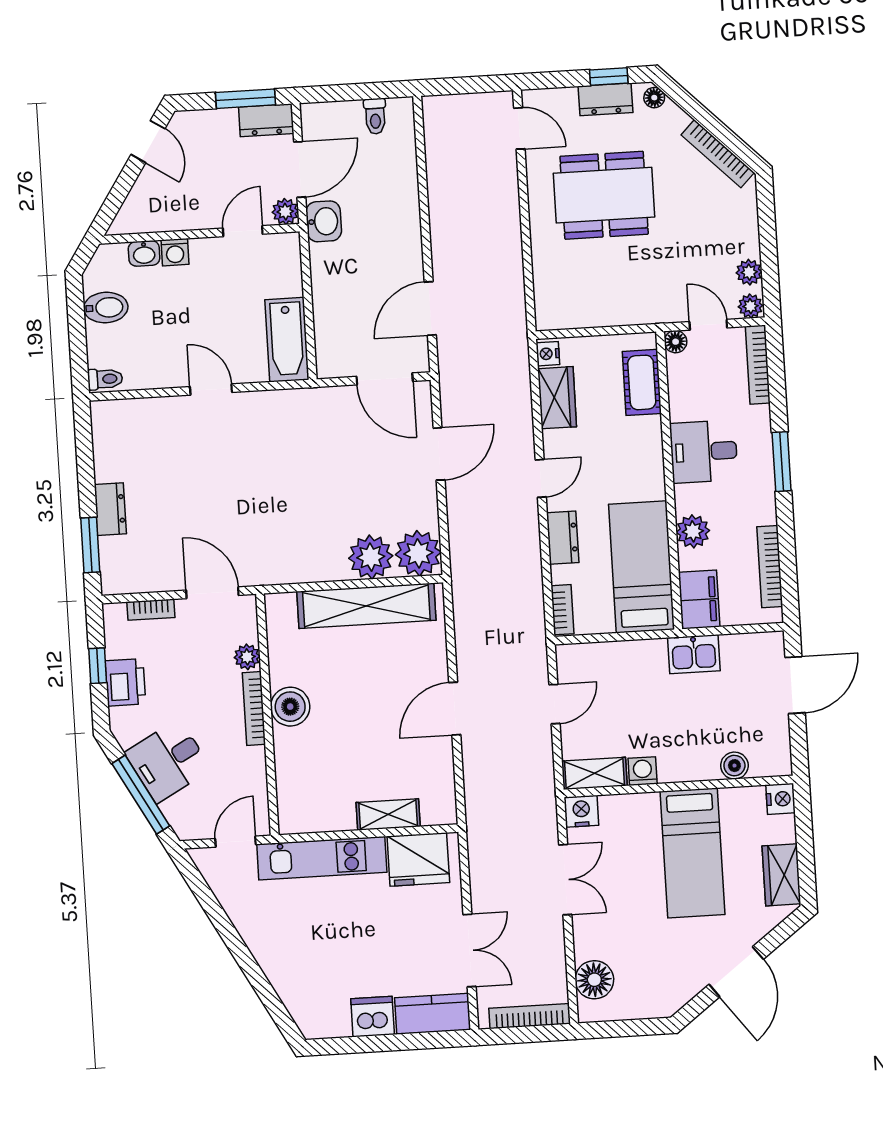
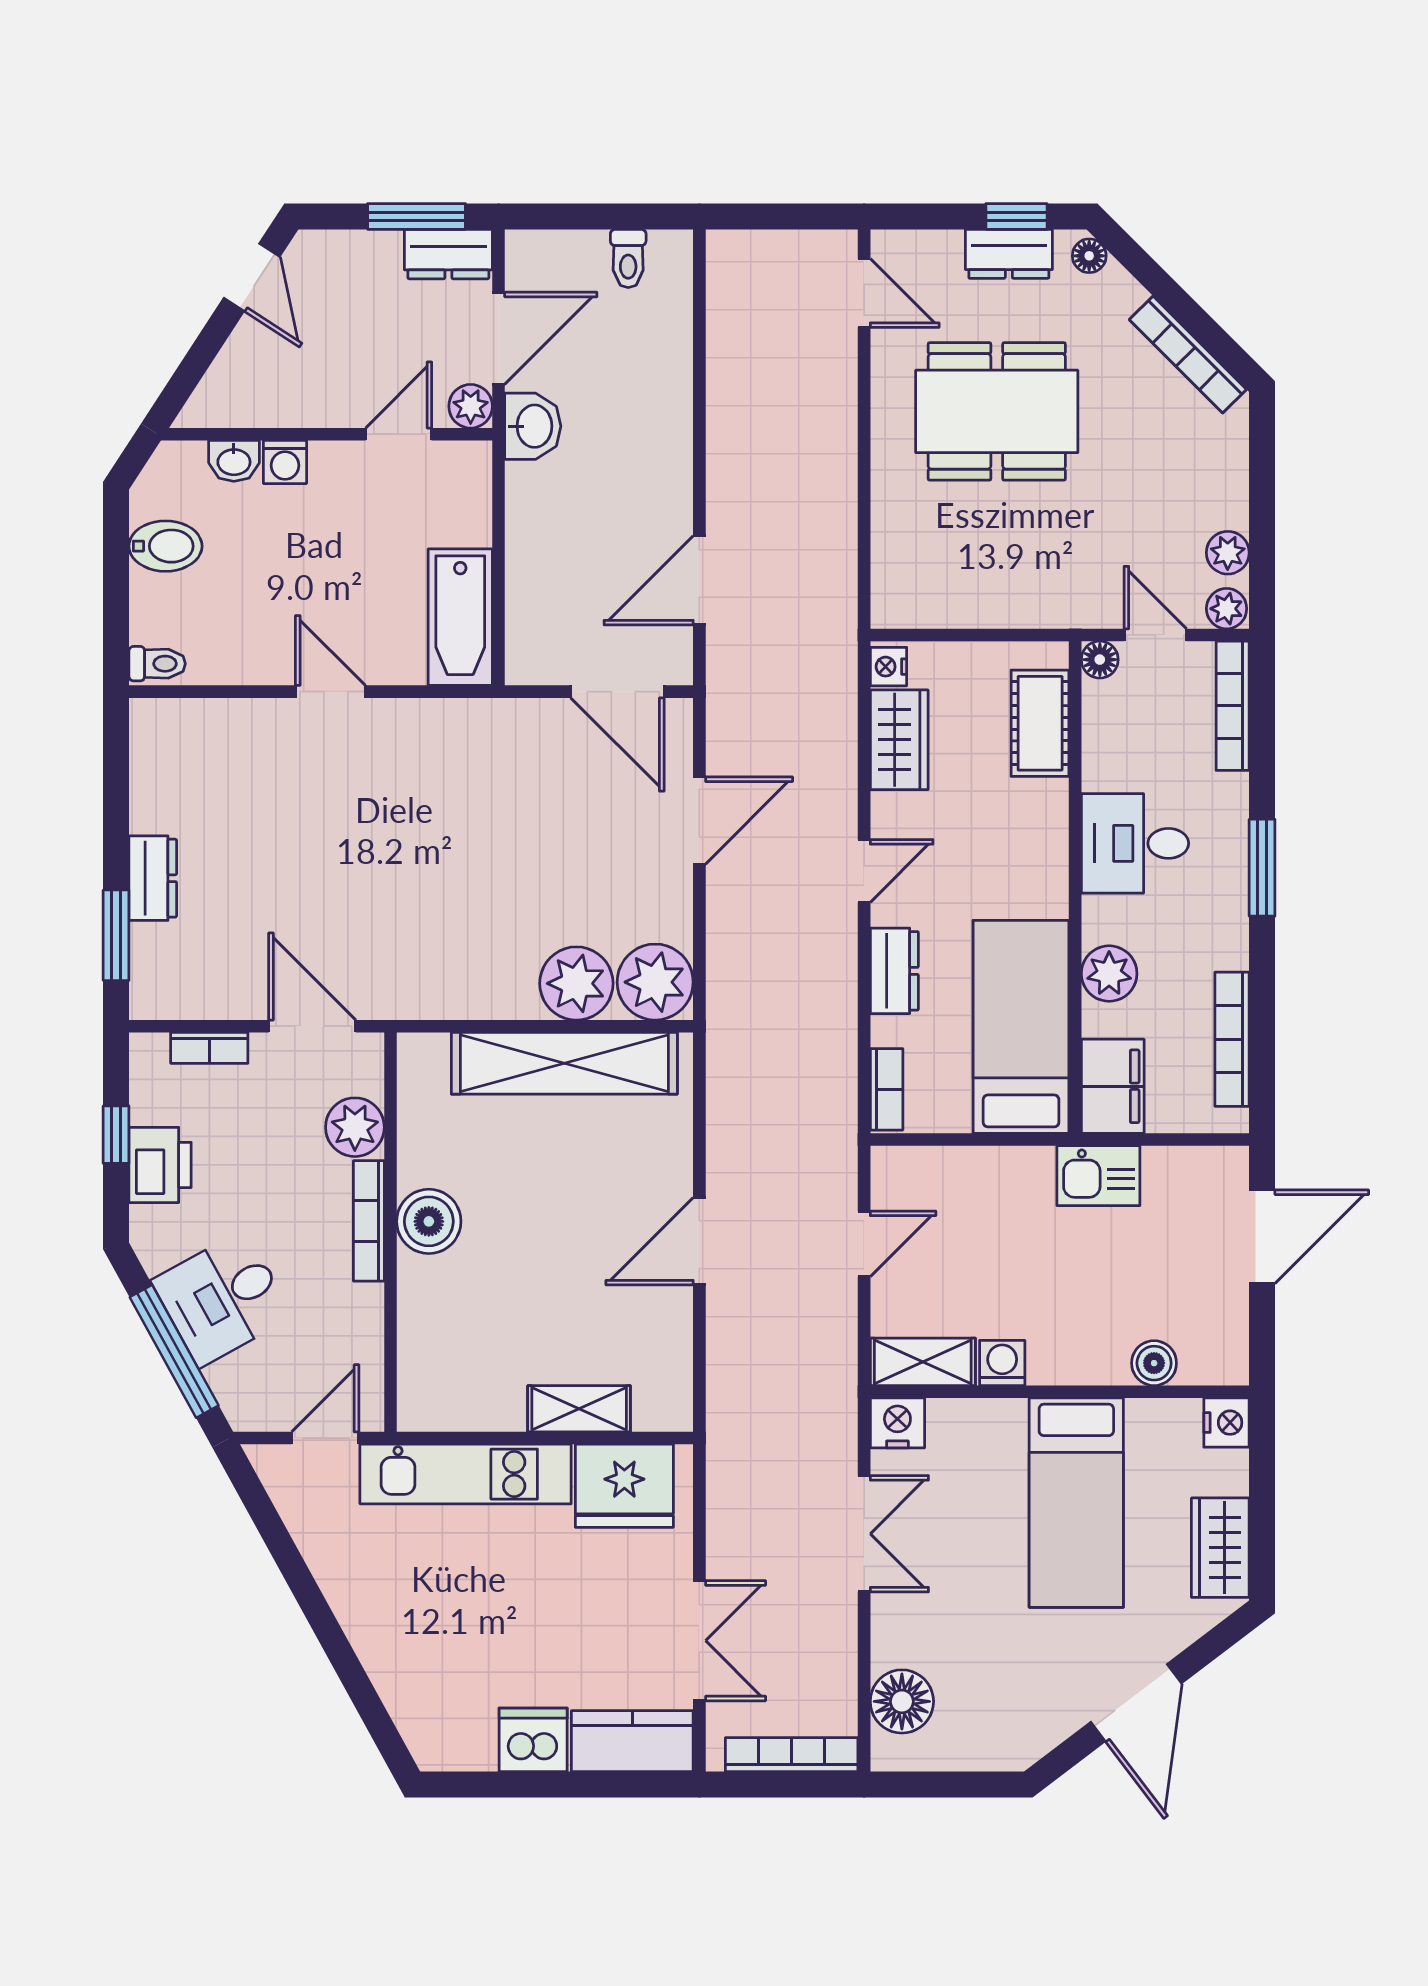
plant: (247, 657) -> (355, 1127), width x1.38, depth x1.38

